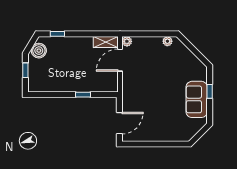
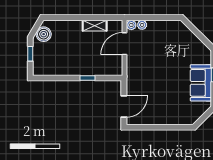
window: (57, 34) -> (62, 18), removed
plant: (167, 41) -> (142, 25), moved
shelving: (106, 42) -> (95, 26), moved

